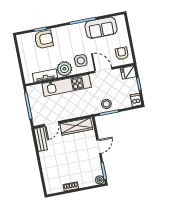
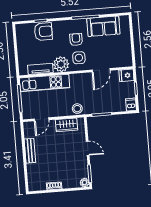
armchair: (122, 53) -> (76, 40), moved
door: (103, 70) -> (101, 70), swing flipped
kitchen unit: (67, 85) -> (45, 83), moved
stool: (106, 104) -> (77, 109), moved
wardrobe: (76, 126) -> (67, 125), width x0.67
bench: (41, 139) -> (30, 151), moved
door: (99, 147) -> (88, 148), hinge flipped

